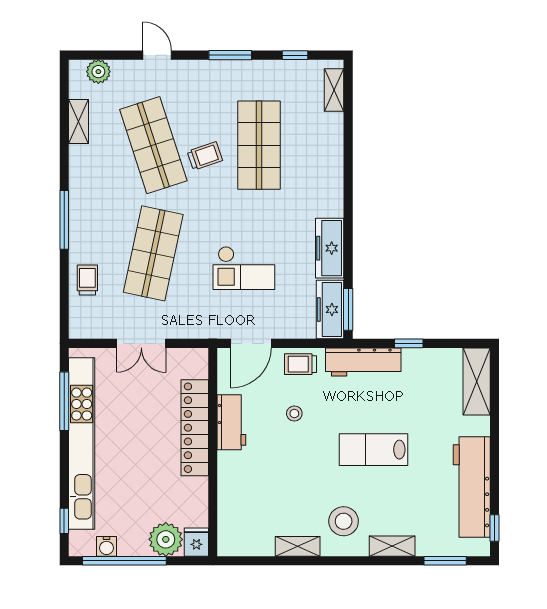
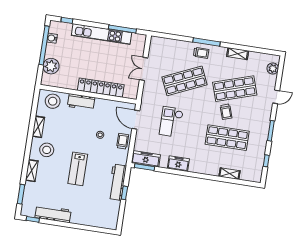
shelving: (334, 90) -> (230, 174), moved
shelving: (79, 121) -> (238, 54), moved
freezer: (330, 248) -> (178, 164), width x0.71
shop shelf: (153, 253) -> (184, 81), turned -36
trolley: (87, 280) -> (201, 53), moved
workbench: (363, 362) -> (117, 182), moved
shelving: (477, 382) -> (102, 222), removed
workbench: (231, 422) -> (81, 102), moved
kitchen unit: (82, 444) -> (101, 34), width x0.73
lab bench: (373, 450) -> (78, 169), turned 180
workbench: (472, 487) -> (53, 214), width x0.73, depth x0.76
stool: (239, 524) -> (53, 101), added
fridge: (196, 542) -> (48, 80), removed

